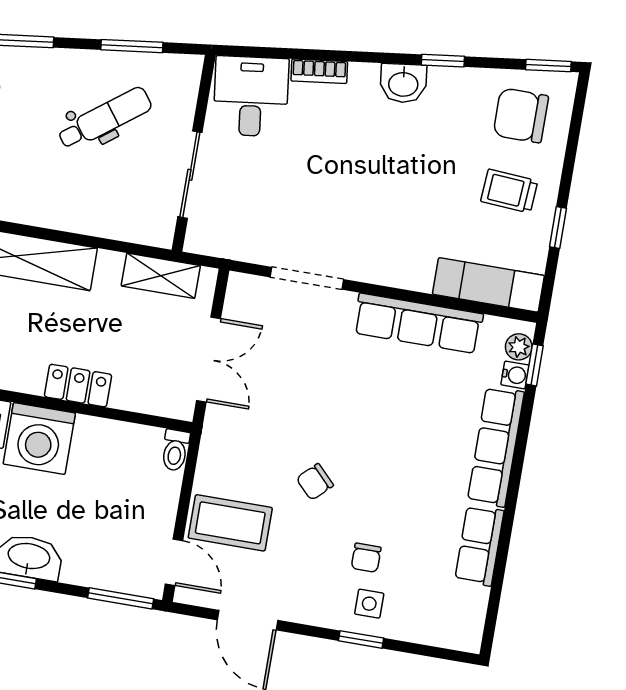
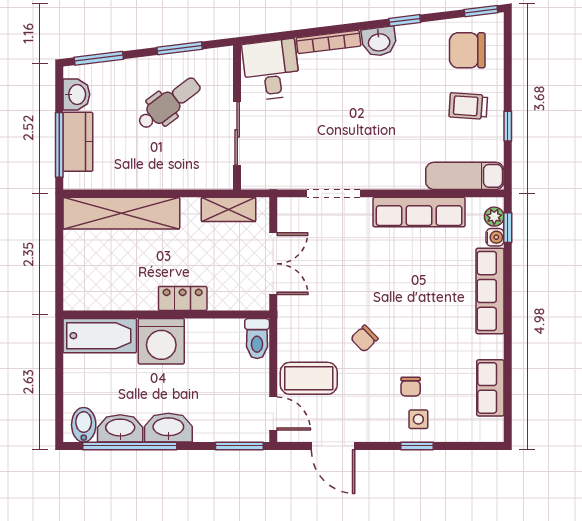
bookcase: (319, 71) -> (329, 42), width x1.56
toilet: (175, 450) -> (257, 339), width x1.37, depth x1.39
row of seats: (479, 546) -> (490, 388), moved

